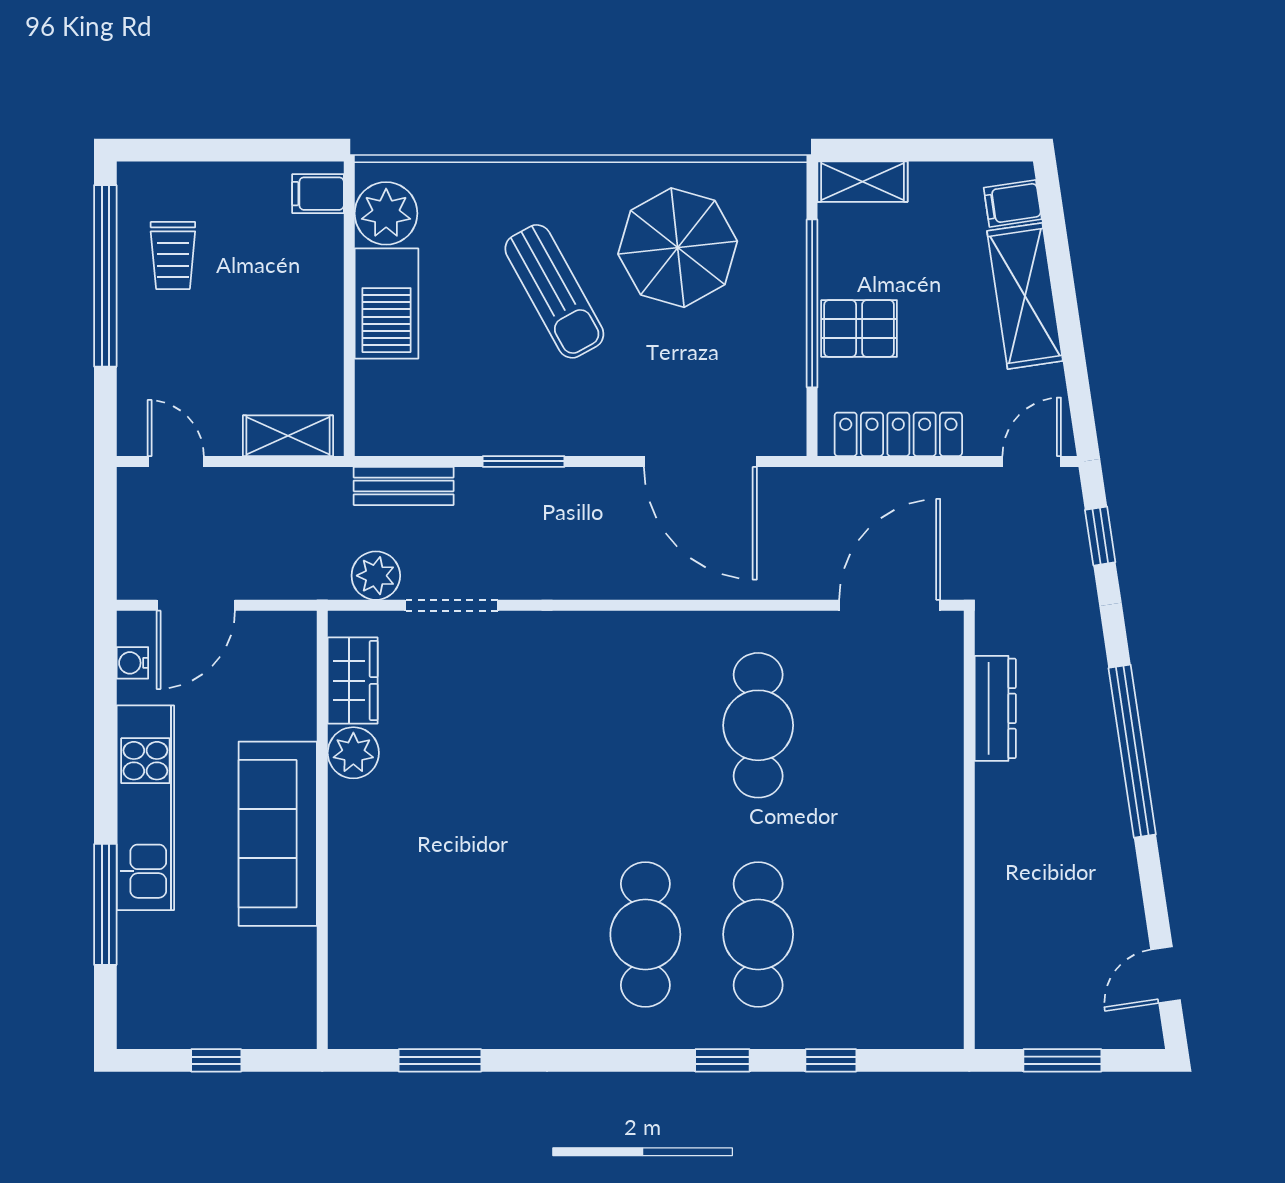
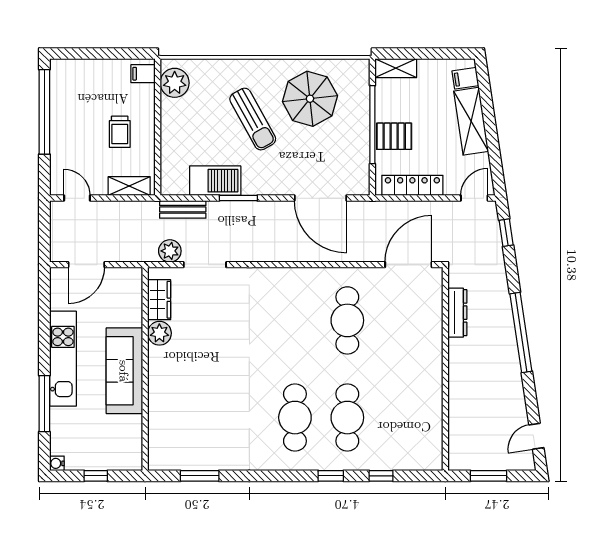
trolley: (173, 255) -> (120, 132), moved
barbecue: (387, 304) -> (215, 181), moved, turned -90
water cooler: (132, 663) -> (57, 463), moved

